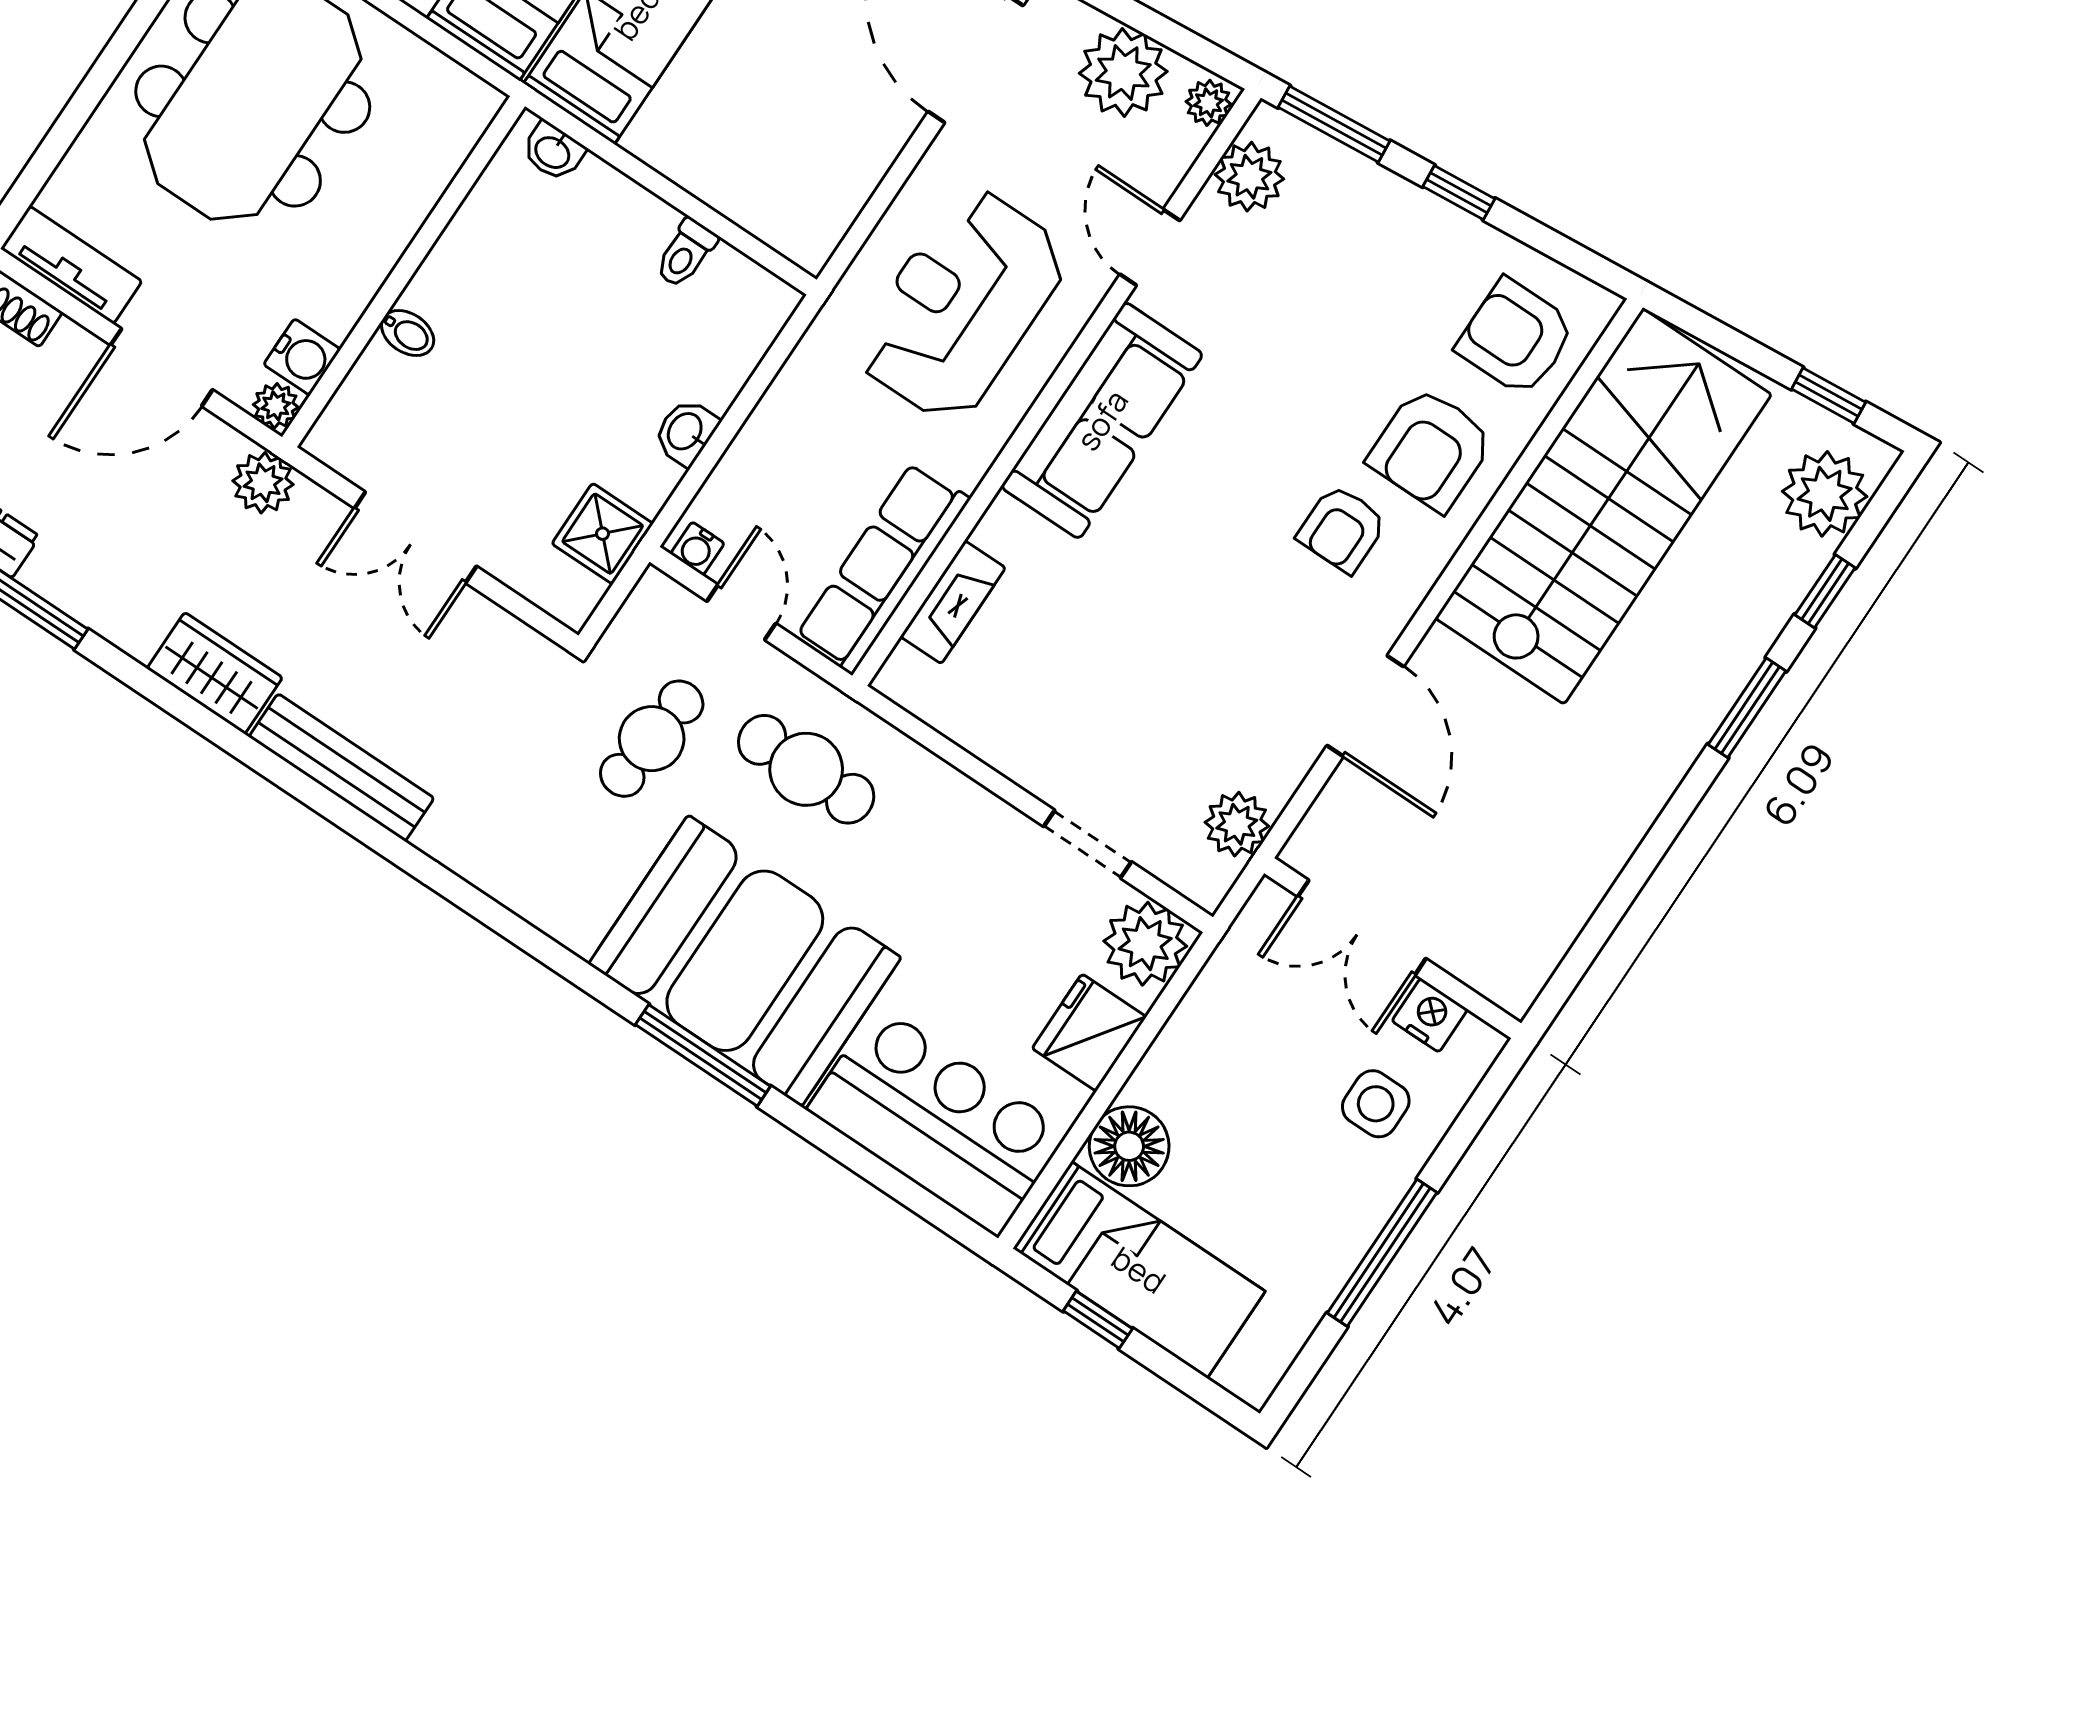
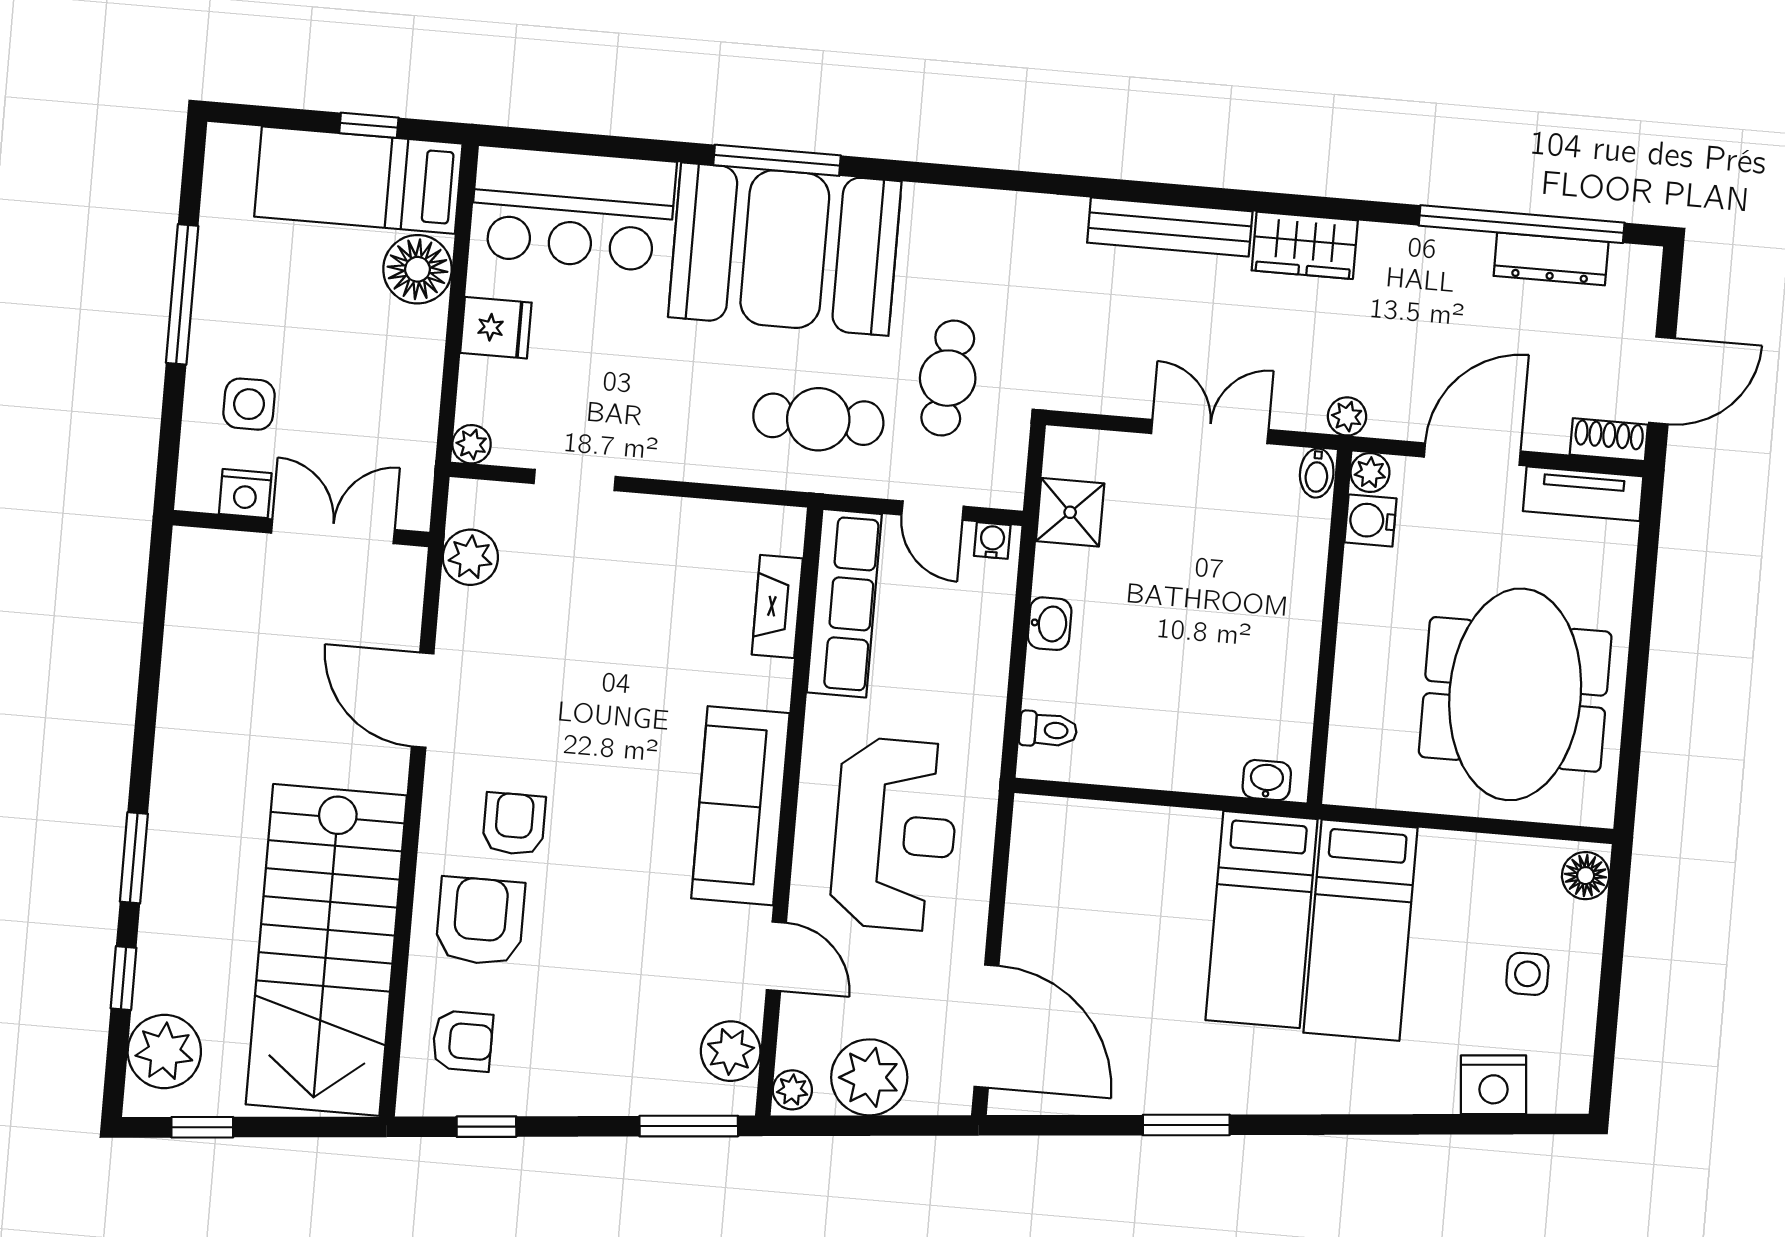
window: (1459, 193) -> (486, 1127), moved
toilet: (686, 253) -> (1048, 730), moved, turned 90
bidet: (408, 333) -> (1317, 473), moved, turned -90
armchair: (1516, 337) -> (463, 1041), width x0.72, depth x0.72
plant: (263, 483) -> (1347, 416), width x0.73, depth x0.73
plant: (1145, 944) -> (472, 444), width x0.53, depth x0.53
fridge: (1089, 1033) -> (496, 328), width x0.72

